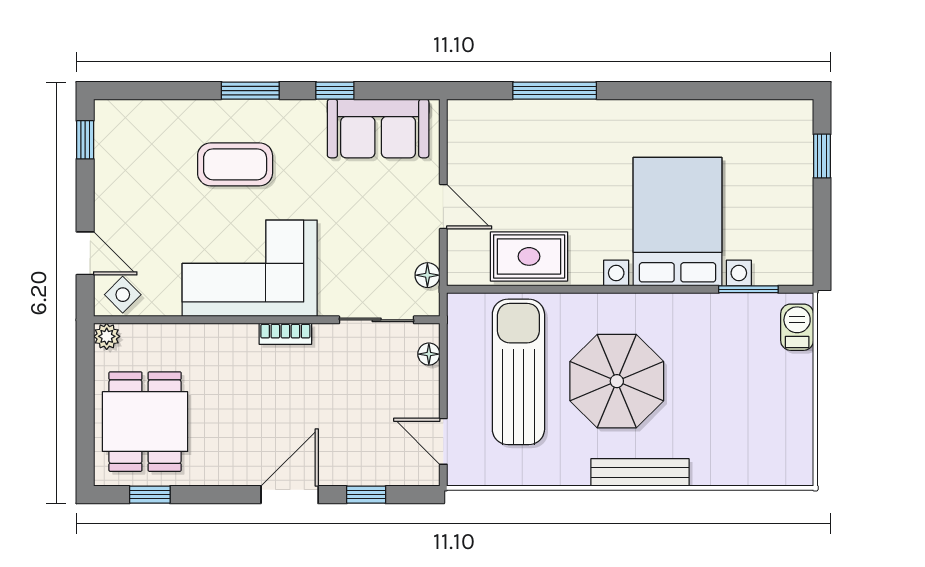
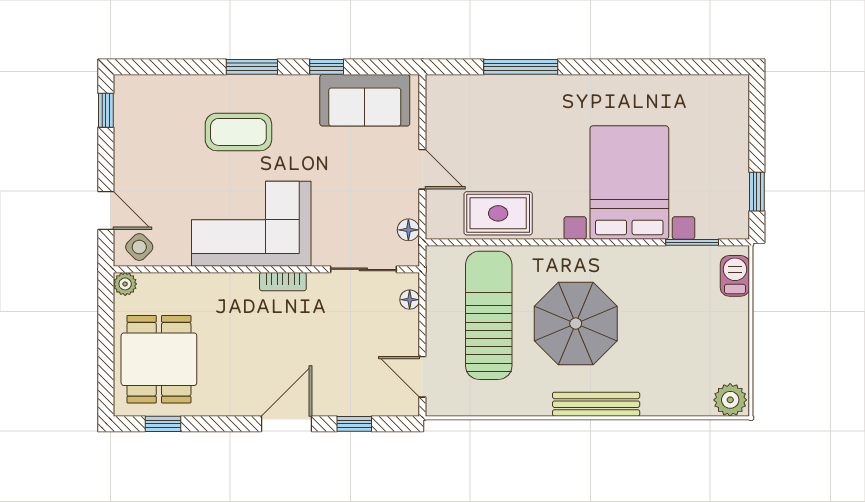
window: (822, 156) -> (757, 192), moved
plant: (792, 468) -> (730, 400), added

